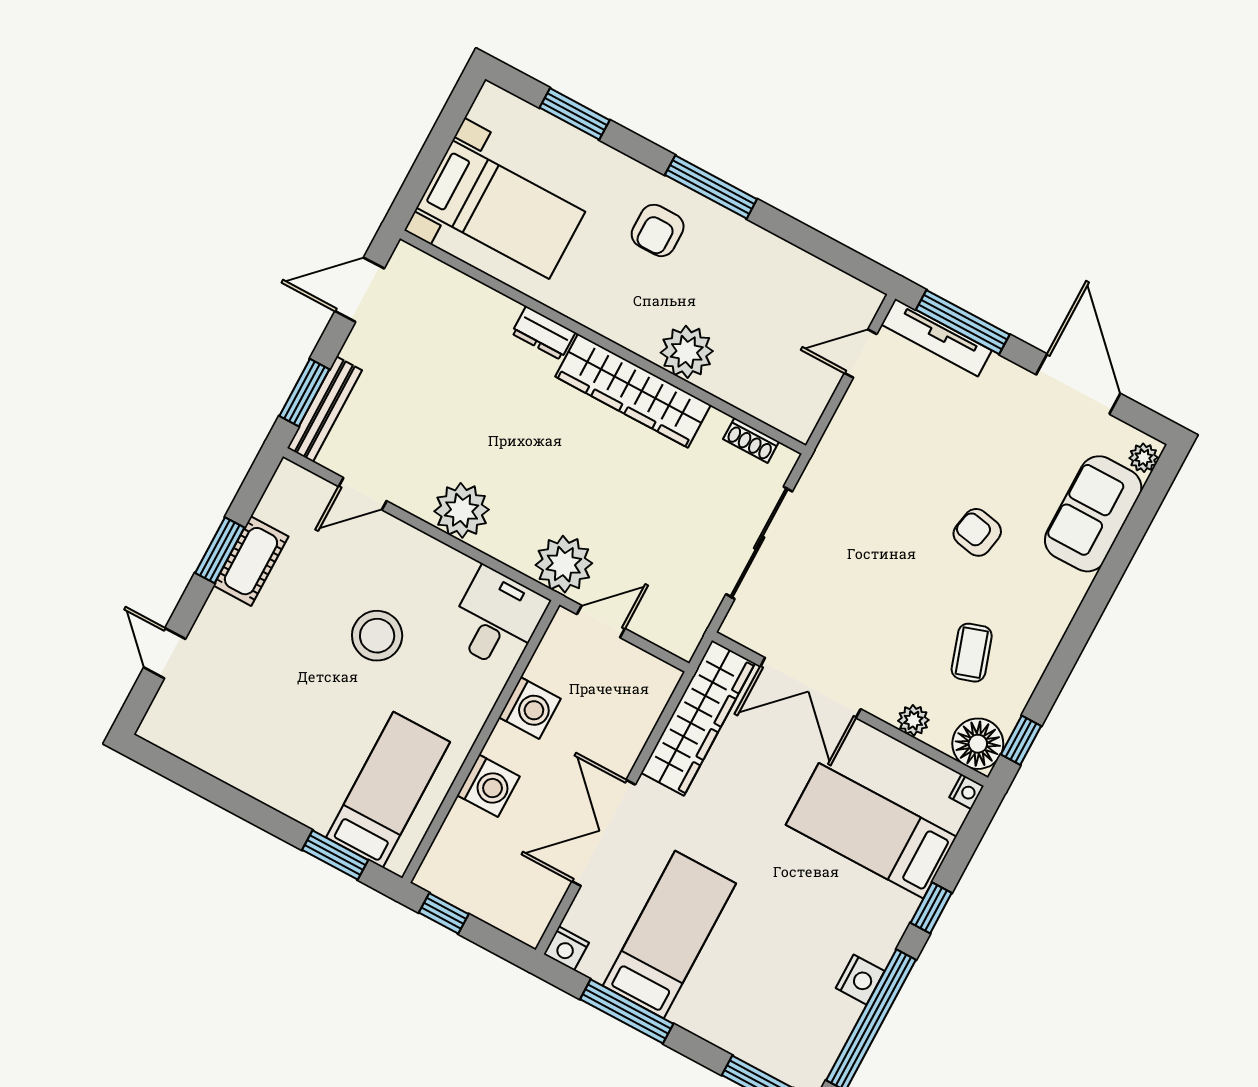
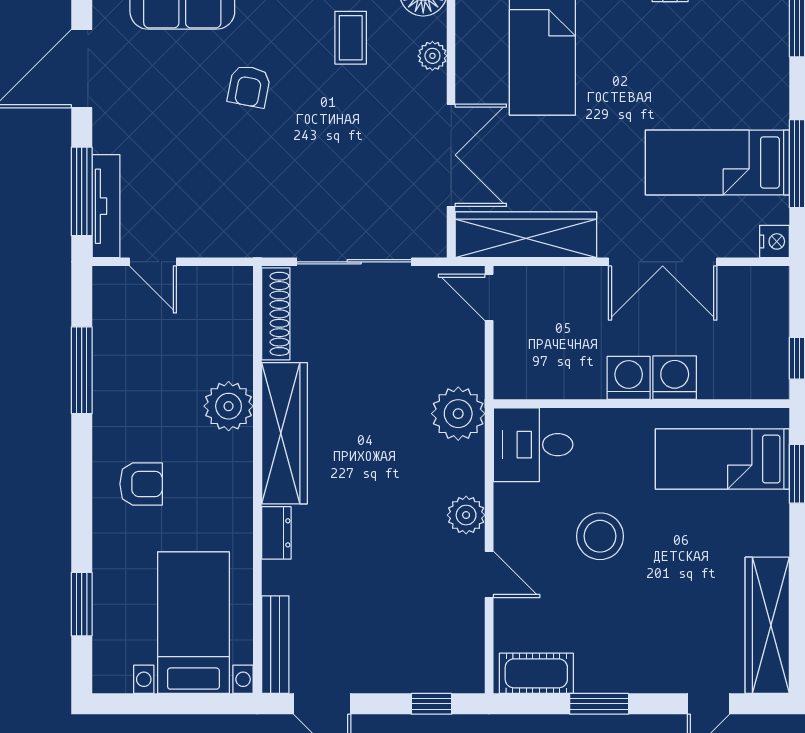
window: (711, 187) -> (82, 370), moved
window: (304, 393) -> (431, 704), width x0.67
bench: (325, 409) -> (275, 645), moved, turned 90
shoe rack: (751, 440) -> (276, 314), width x1.94, depth x1.24
door: (363, 494) -> (489, 574), moved
plant: (462, 510) -> (466, 515), width x0.73, depth x0.73
cot: (251, 561) -> (536, 673), moved
door: (601, 621) -> (489, 297), moved
coffee table: (972, 653) -> (351, 38), turned -72
washing machine: (530, 708) -> (629, 378), moved
wardrobe: (209, 748) -> (767, 625), added

